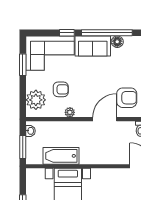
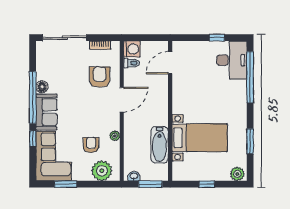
door: (105, 119) -> (122, 100), swing flipped

